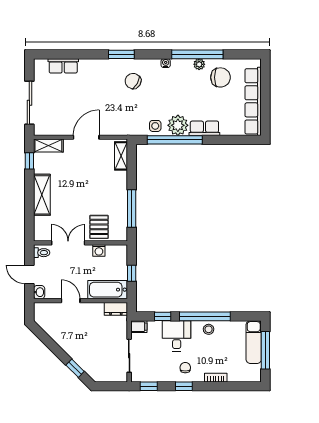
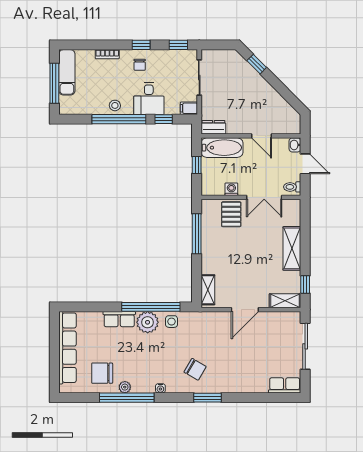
row of seats: (63, 66) -> (285, 385), moved
exam couch: (254, 342) -> (67, 72), moved

